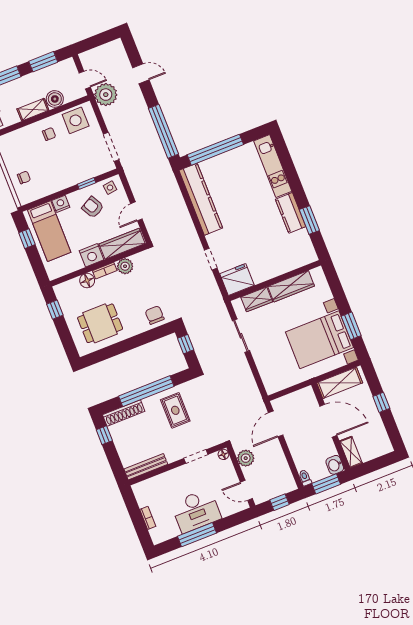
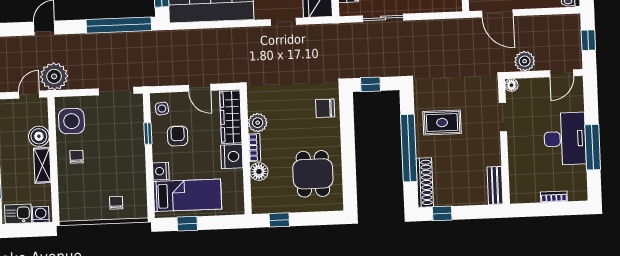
armchair: (93, 207) -> (178, 136), turned 119
bench: (146, 467) -> (495, 185), width x0.73

